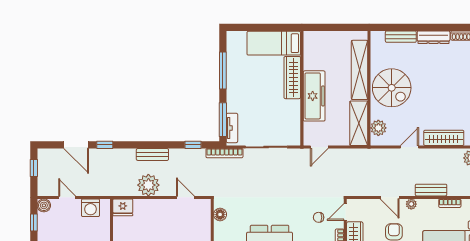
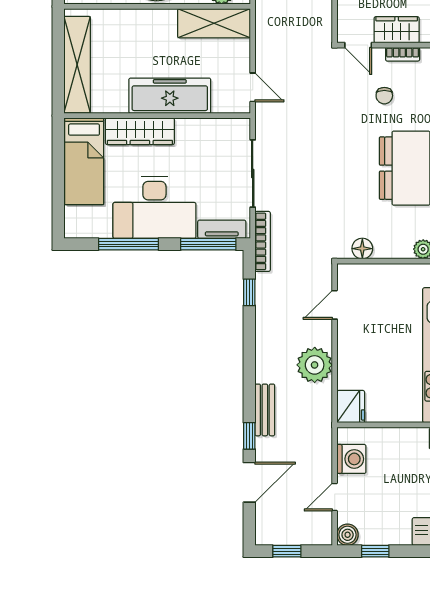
shelving: (360, 70) -> (77, 65), moved, turned 90
desk: (245, 87) -> (154, 207), added
bench: (152, 154) -> (265, 410), moved
chair: (319, 217) -> (384, 96), moved

